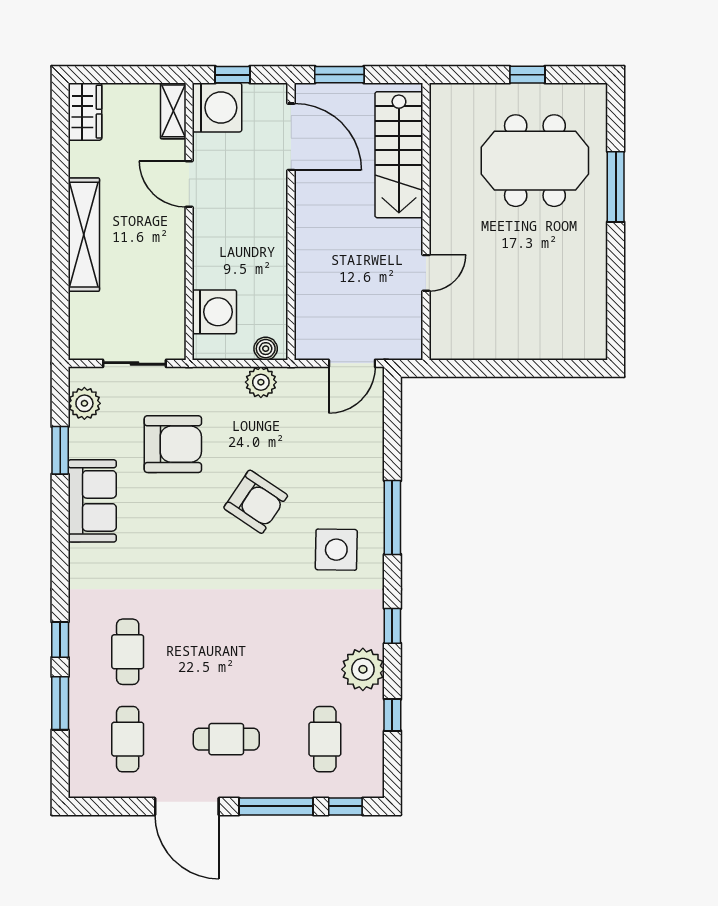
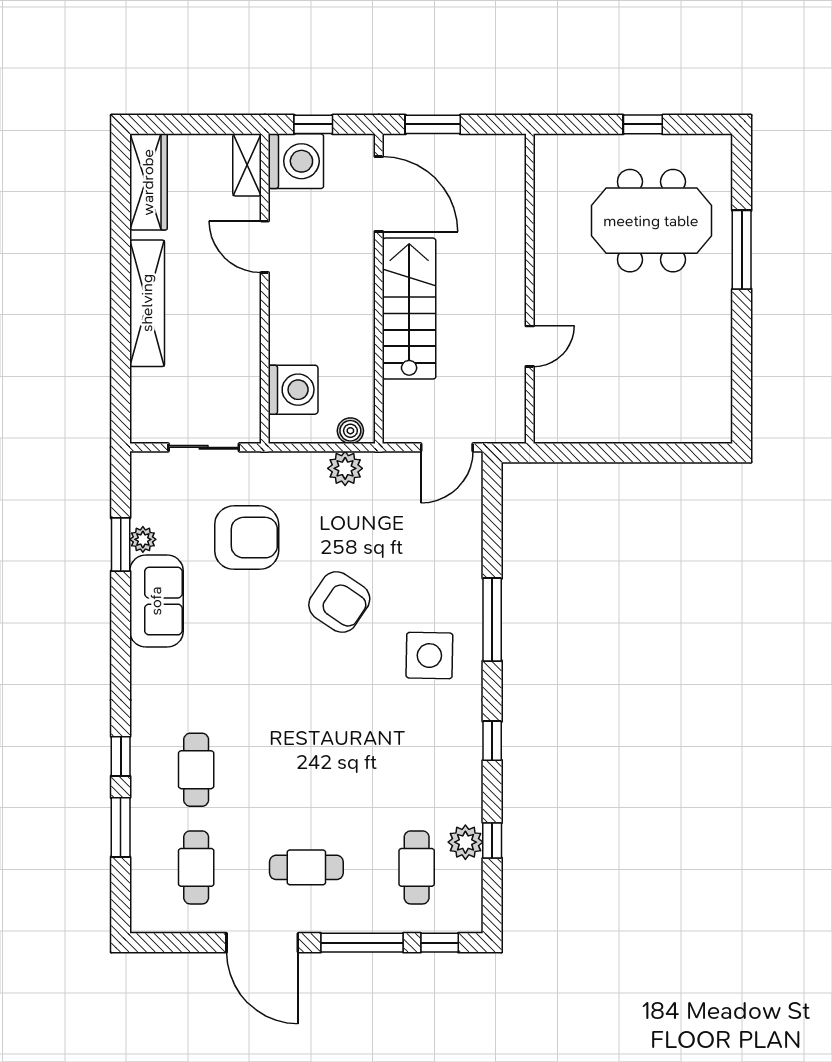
wardrobe: (85, 112) -> (148, 182), width x1.50
stairs: (399, 155) -> (409, 309), moved, turned 180
plant: (84, 403) -> (143, 539), moved, width x0.73, depth x0.73
plant: (363, 669) -> (465, 842), moved, width x0.73, depth x0.73

